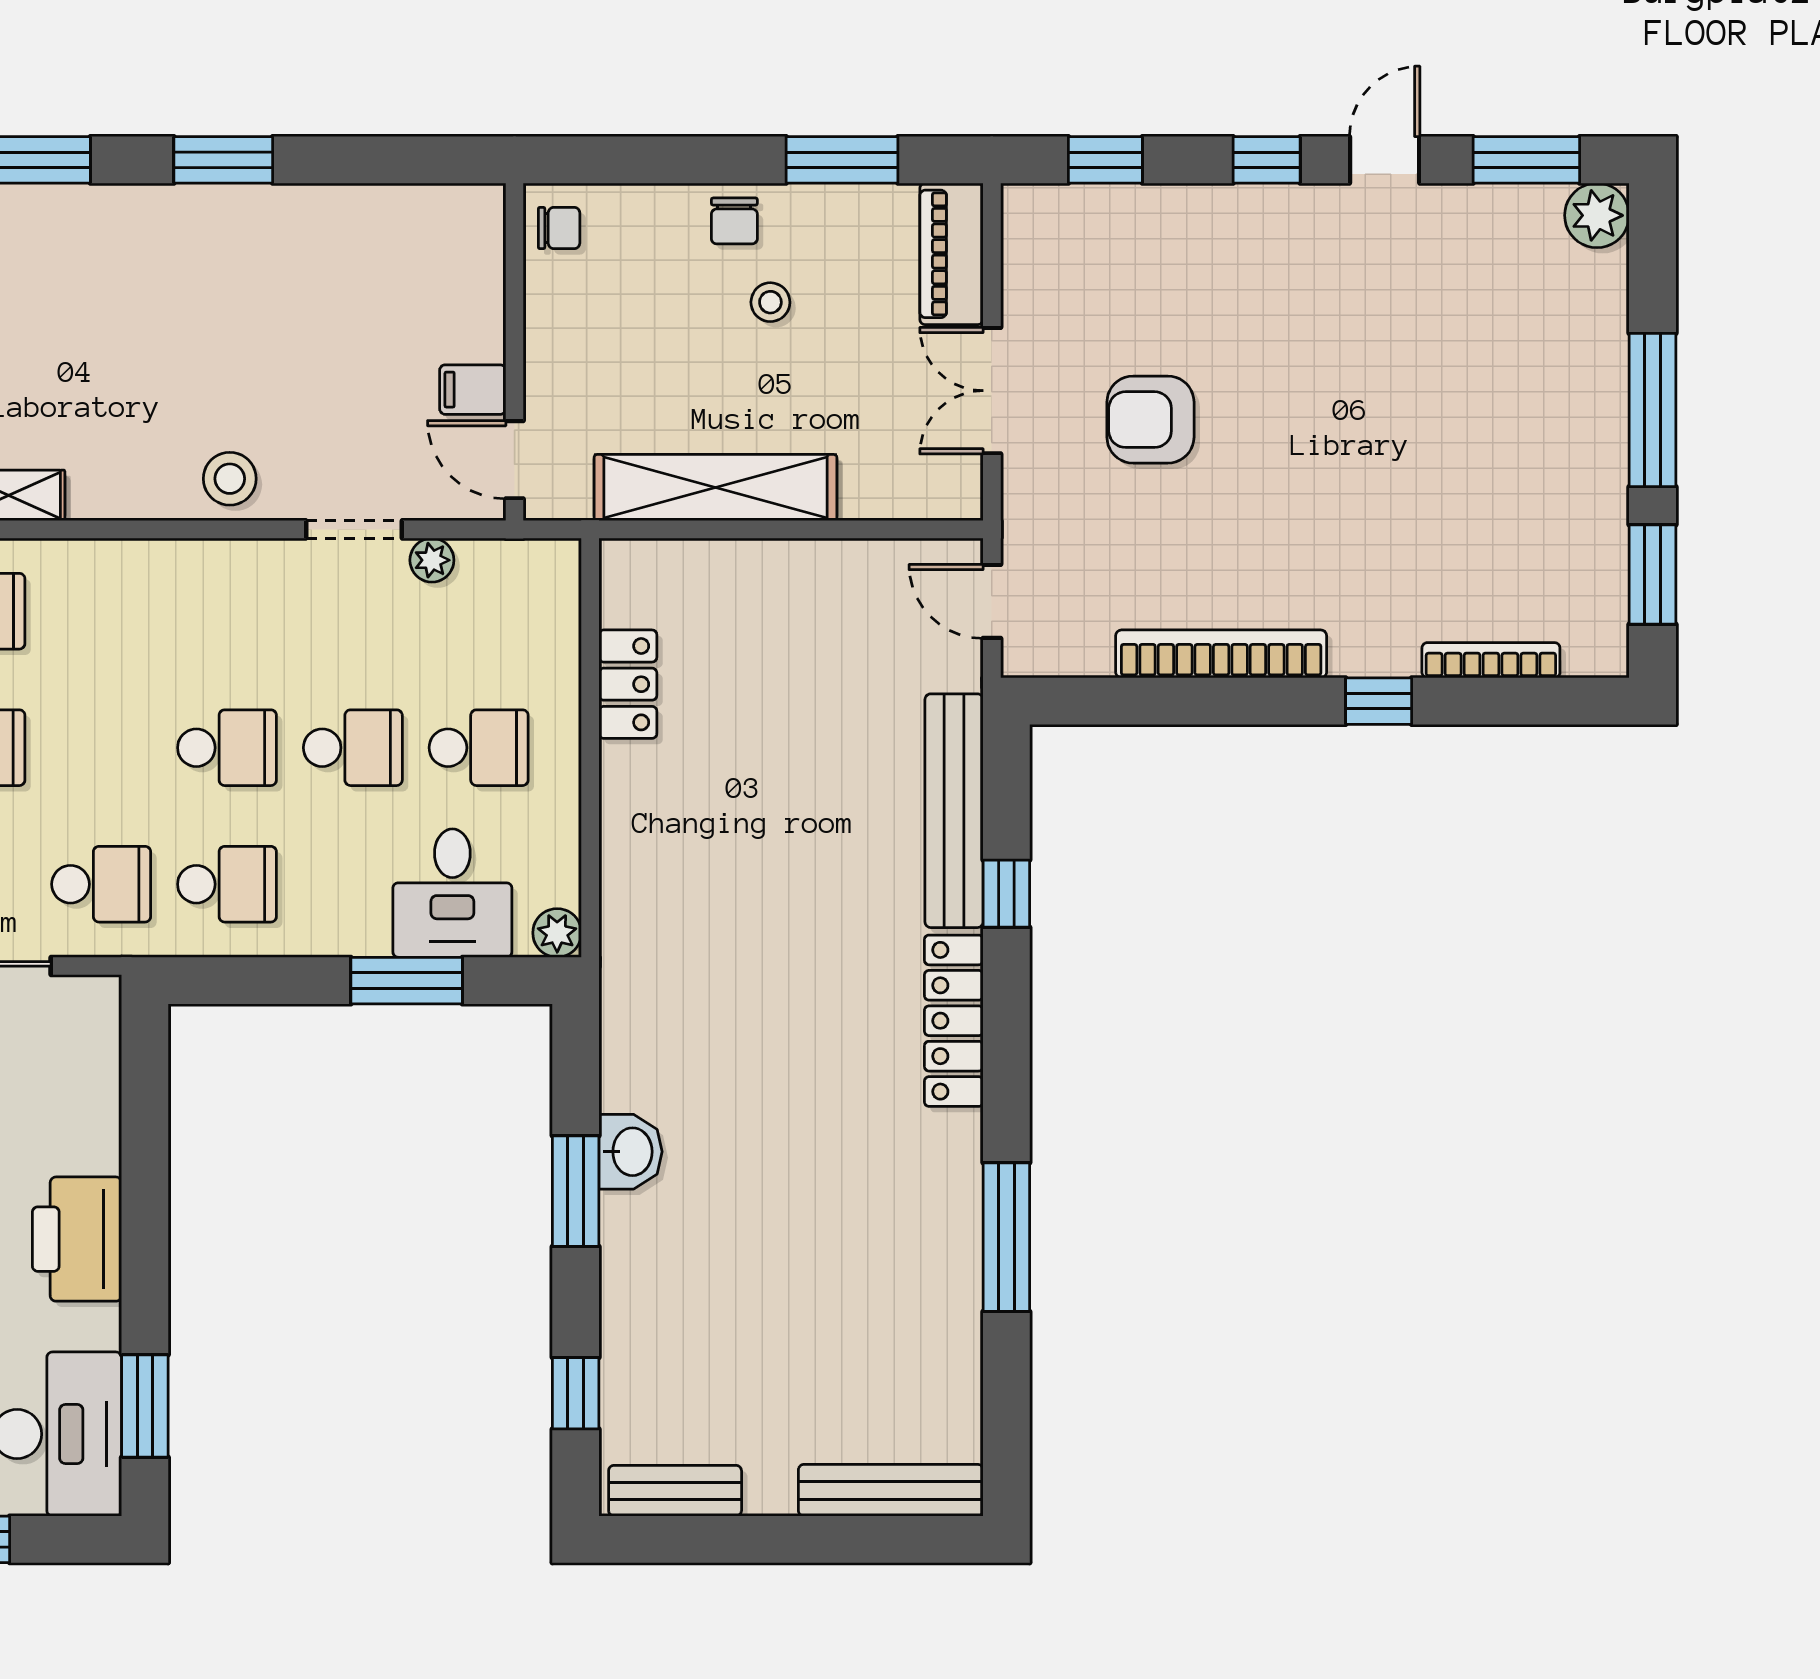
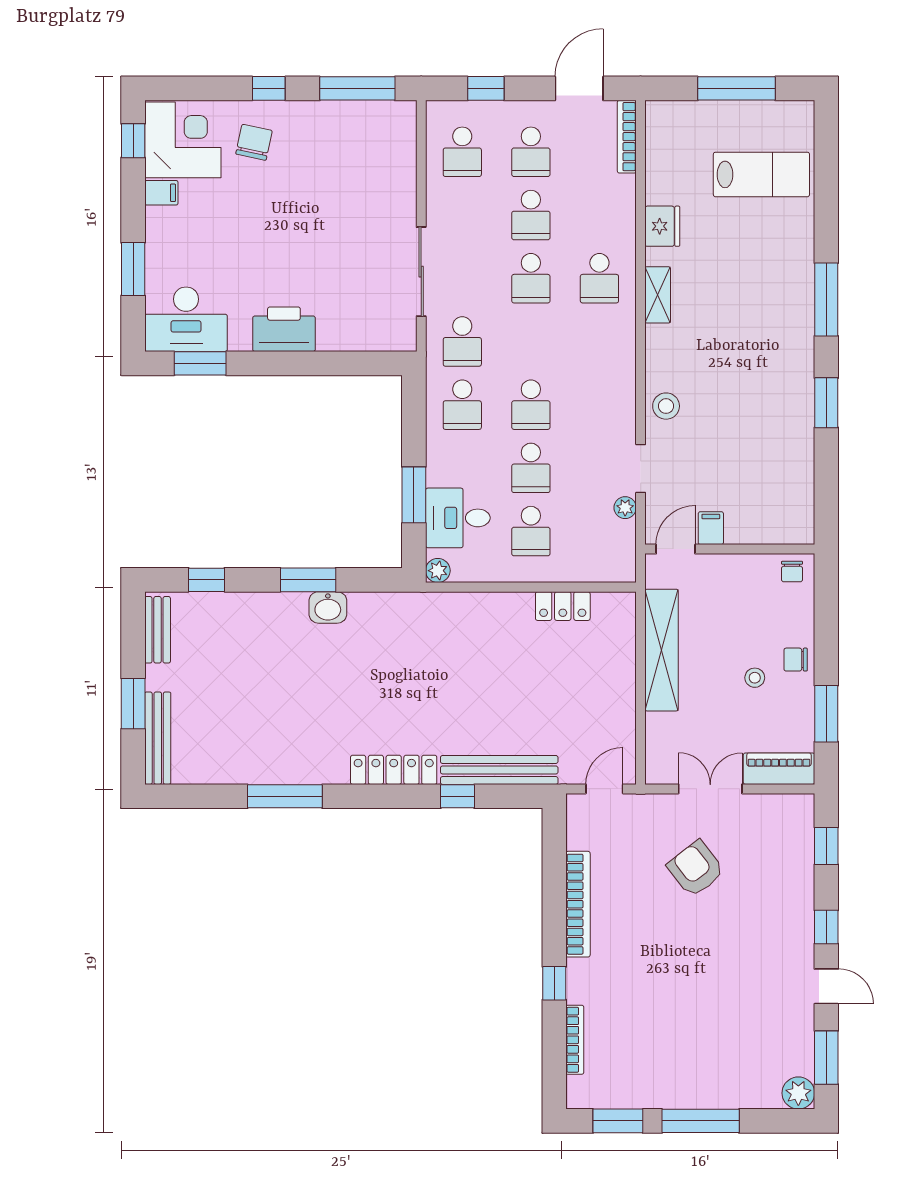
armchair: (1150, 420) -> (696, 869), turned -38
window: (822, 1539) -> (133, 704), added

